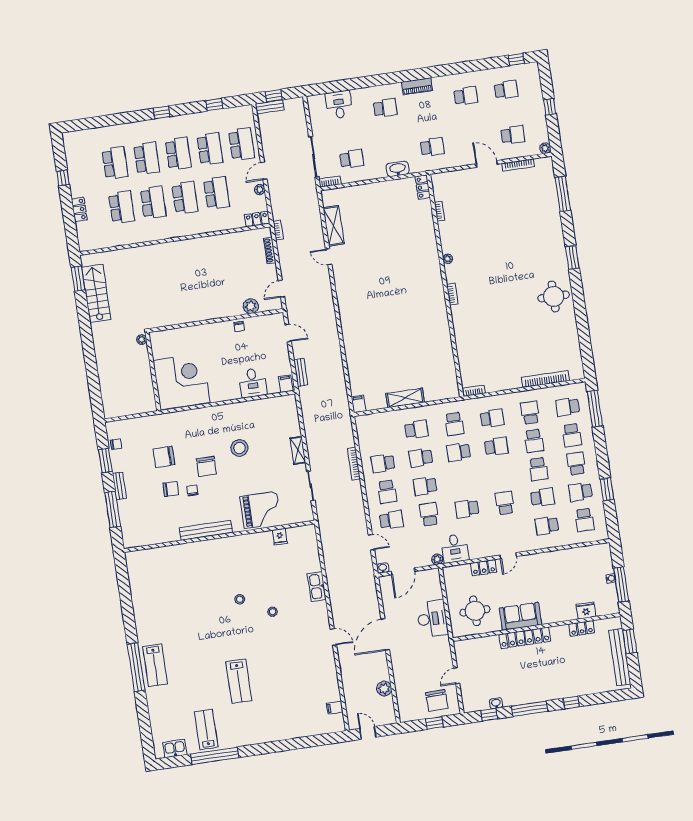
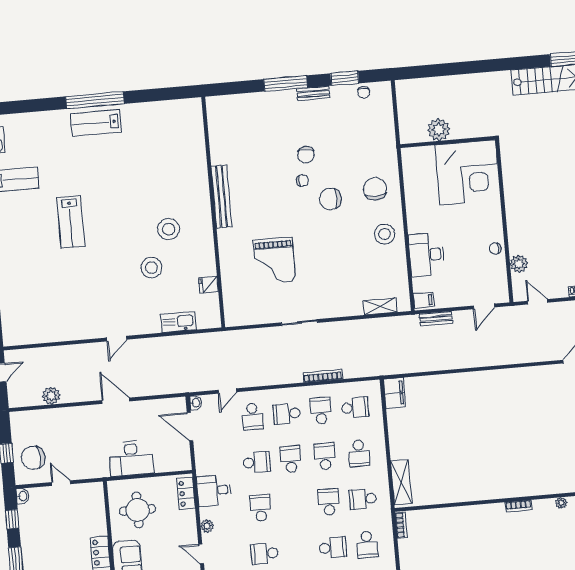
plant: (142, 340) -> (439, 130), moved, width x1.87, depth x1.87
corner desk: (182, 381) -> (468, 173), moved
desk: (253, 383) -> (427, 255), width x1.37
shelving: (405, 398) -> (401, 482), moved
filing cabinet: (359, 404) -> (395, 393), width x2.00
school desk: (379, 435) -> (355, 408), added
school desk: (496, 446) -> (333, 548), turned -90
stool: (239, 448) -> (385, 234), moved
shelving: (298, 450) -> (380, 306), moved
chair: (164, 457) -> (375, 189), moved
school desk: (505, 503) -> (265, 554), turned 180
bench: (206, 530) -> (221, 196), moved
wall: (219, 536) -> (213, 212), moved
fridge: (280, 537) -> (208, 285), moved
plant: (437, 559) -> (207, 526), moved
locker: (484, 568) -> (186, 493), moved
stool: (240, 599) -> (169, 229), width x1.89, depth x1.89
stool: (273, 612) -> (151, 268), width x1.89, depth x1.89
door: (385, 635) -> (116, 401), width x0.73
lab bench: (239, 681) -> (71, 222), turned -90
washbasin: (496, 703) -> (23, 496), moved
filing cabinet: (335, 708) -> (32, 335), removed

